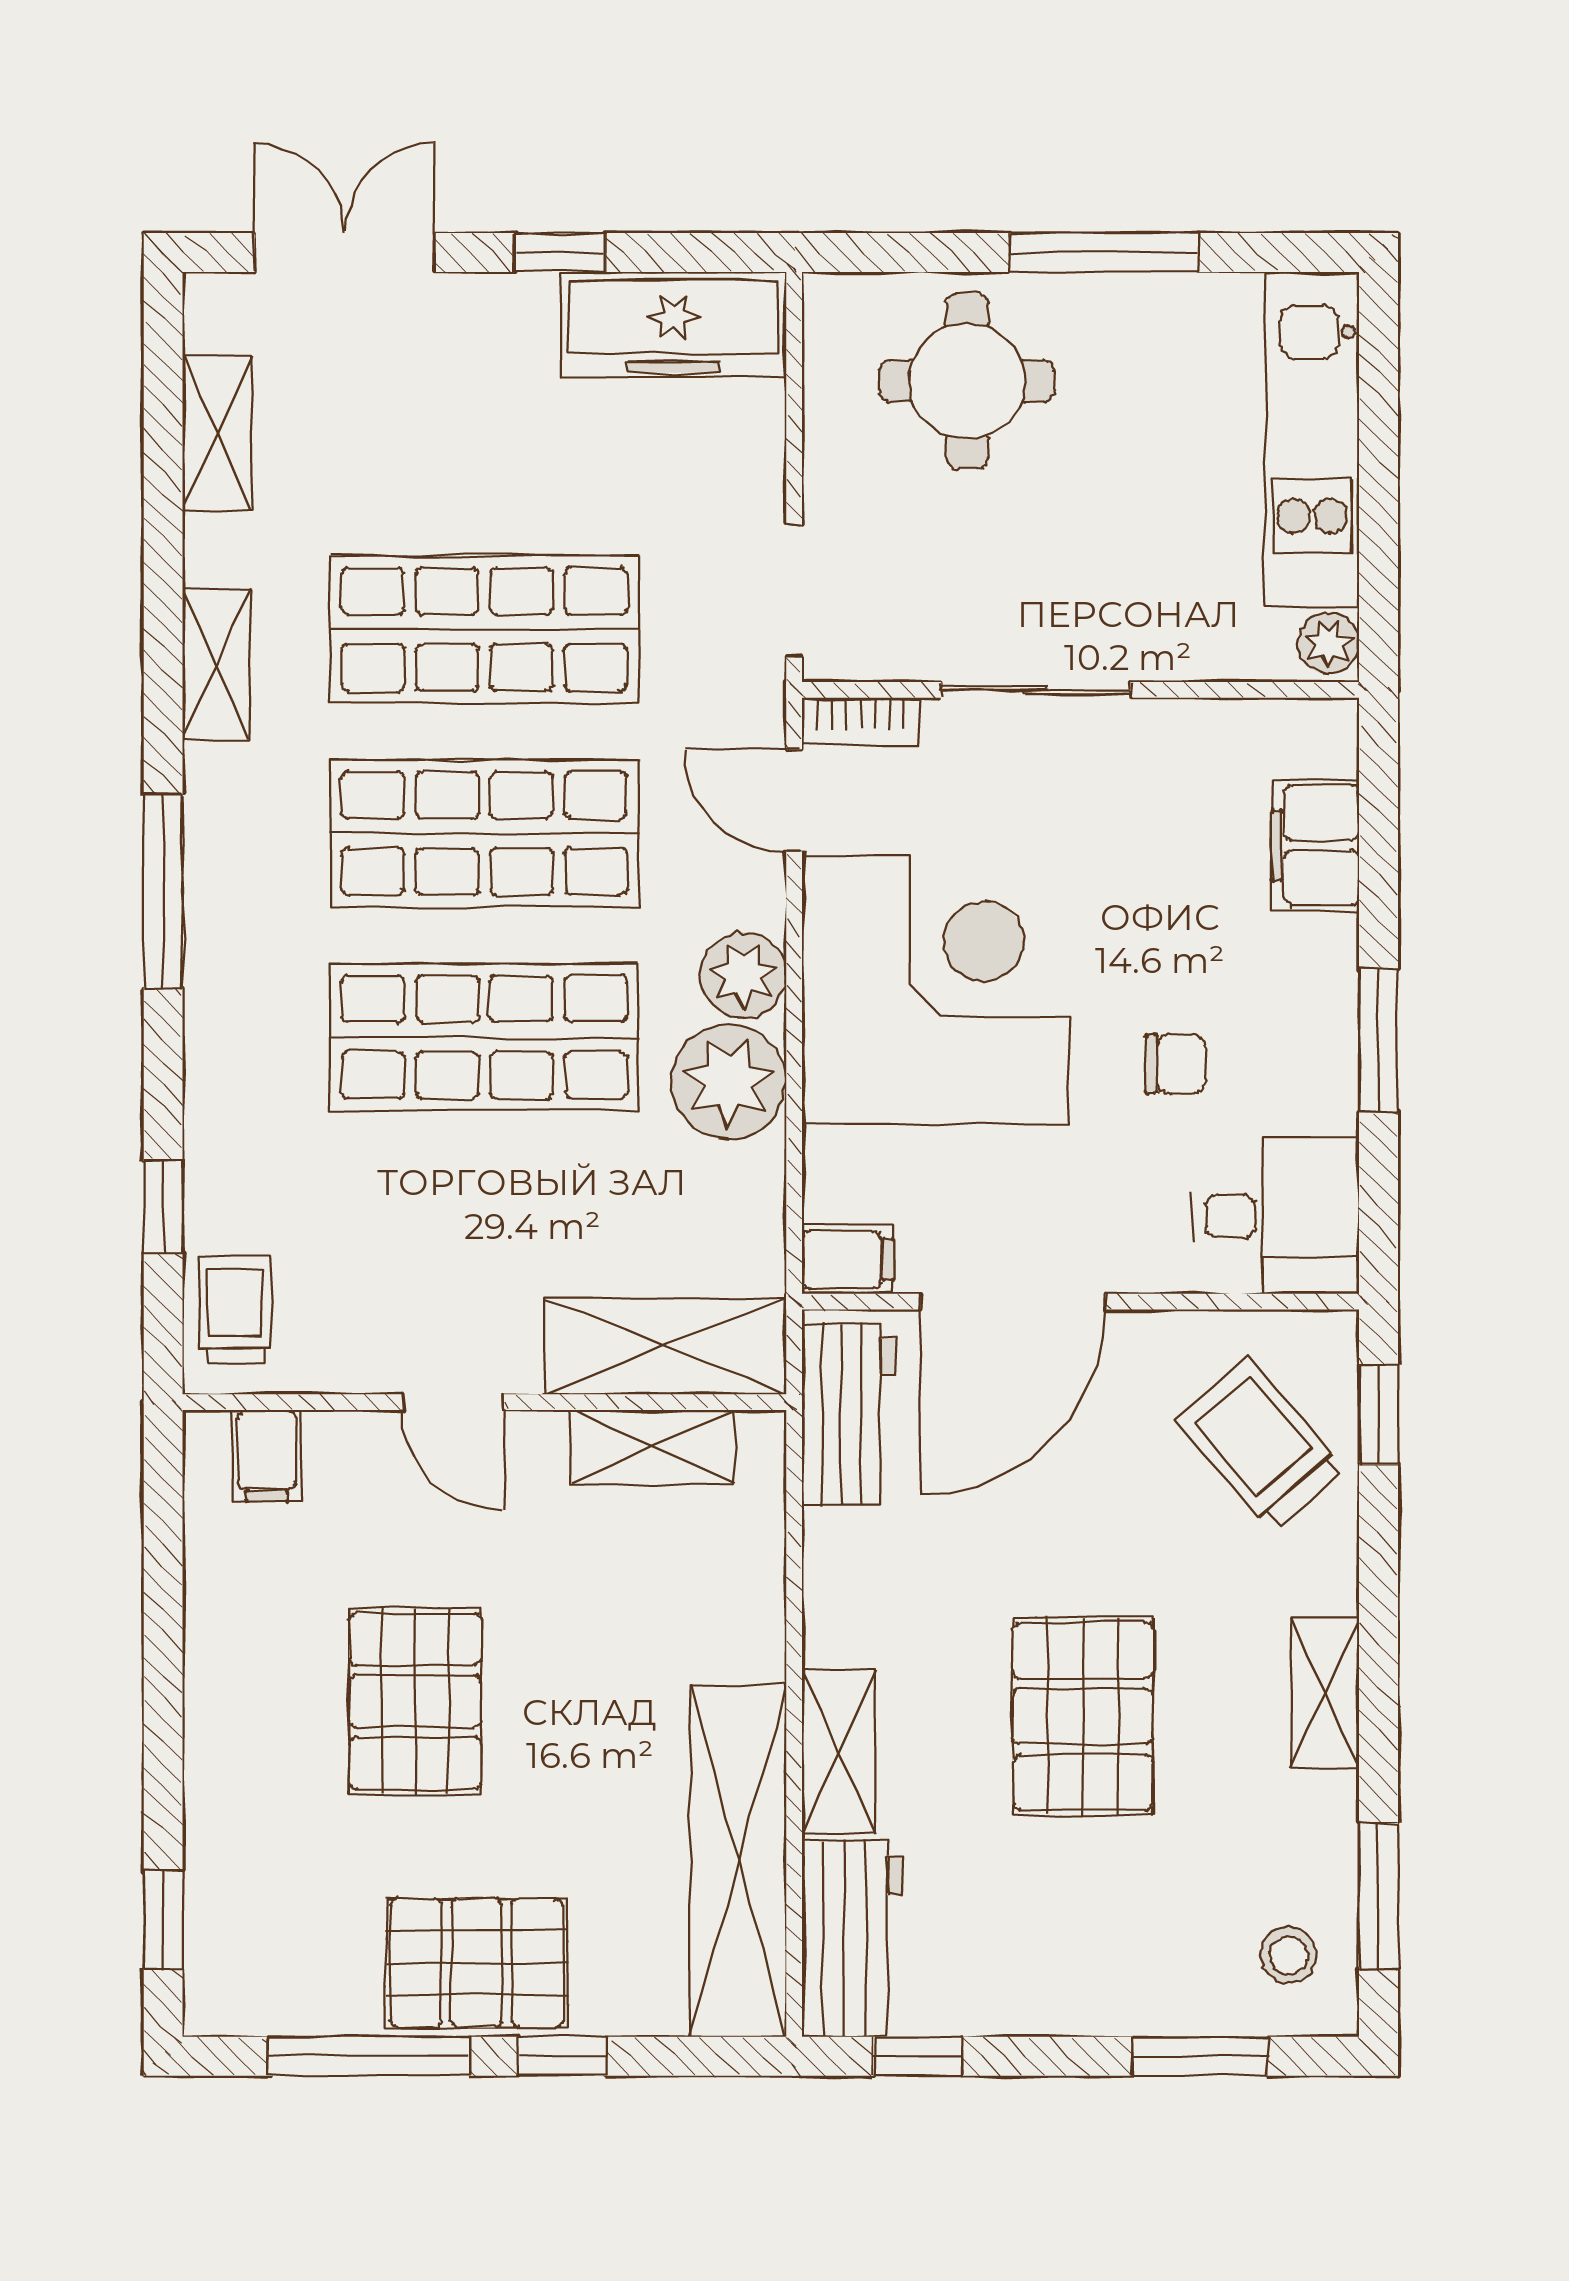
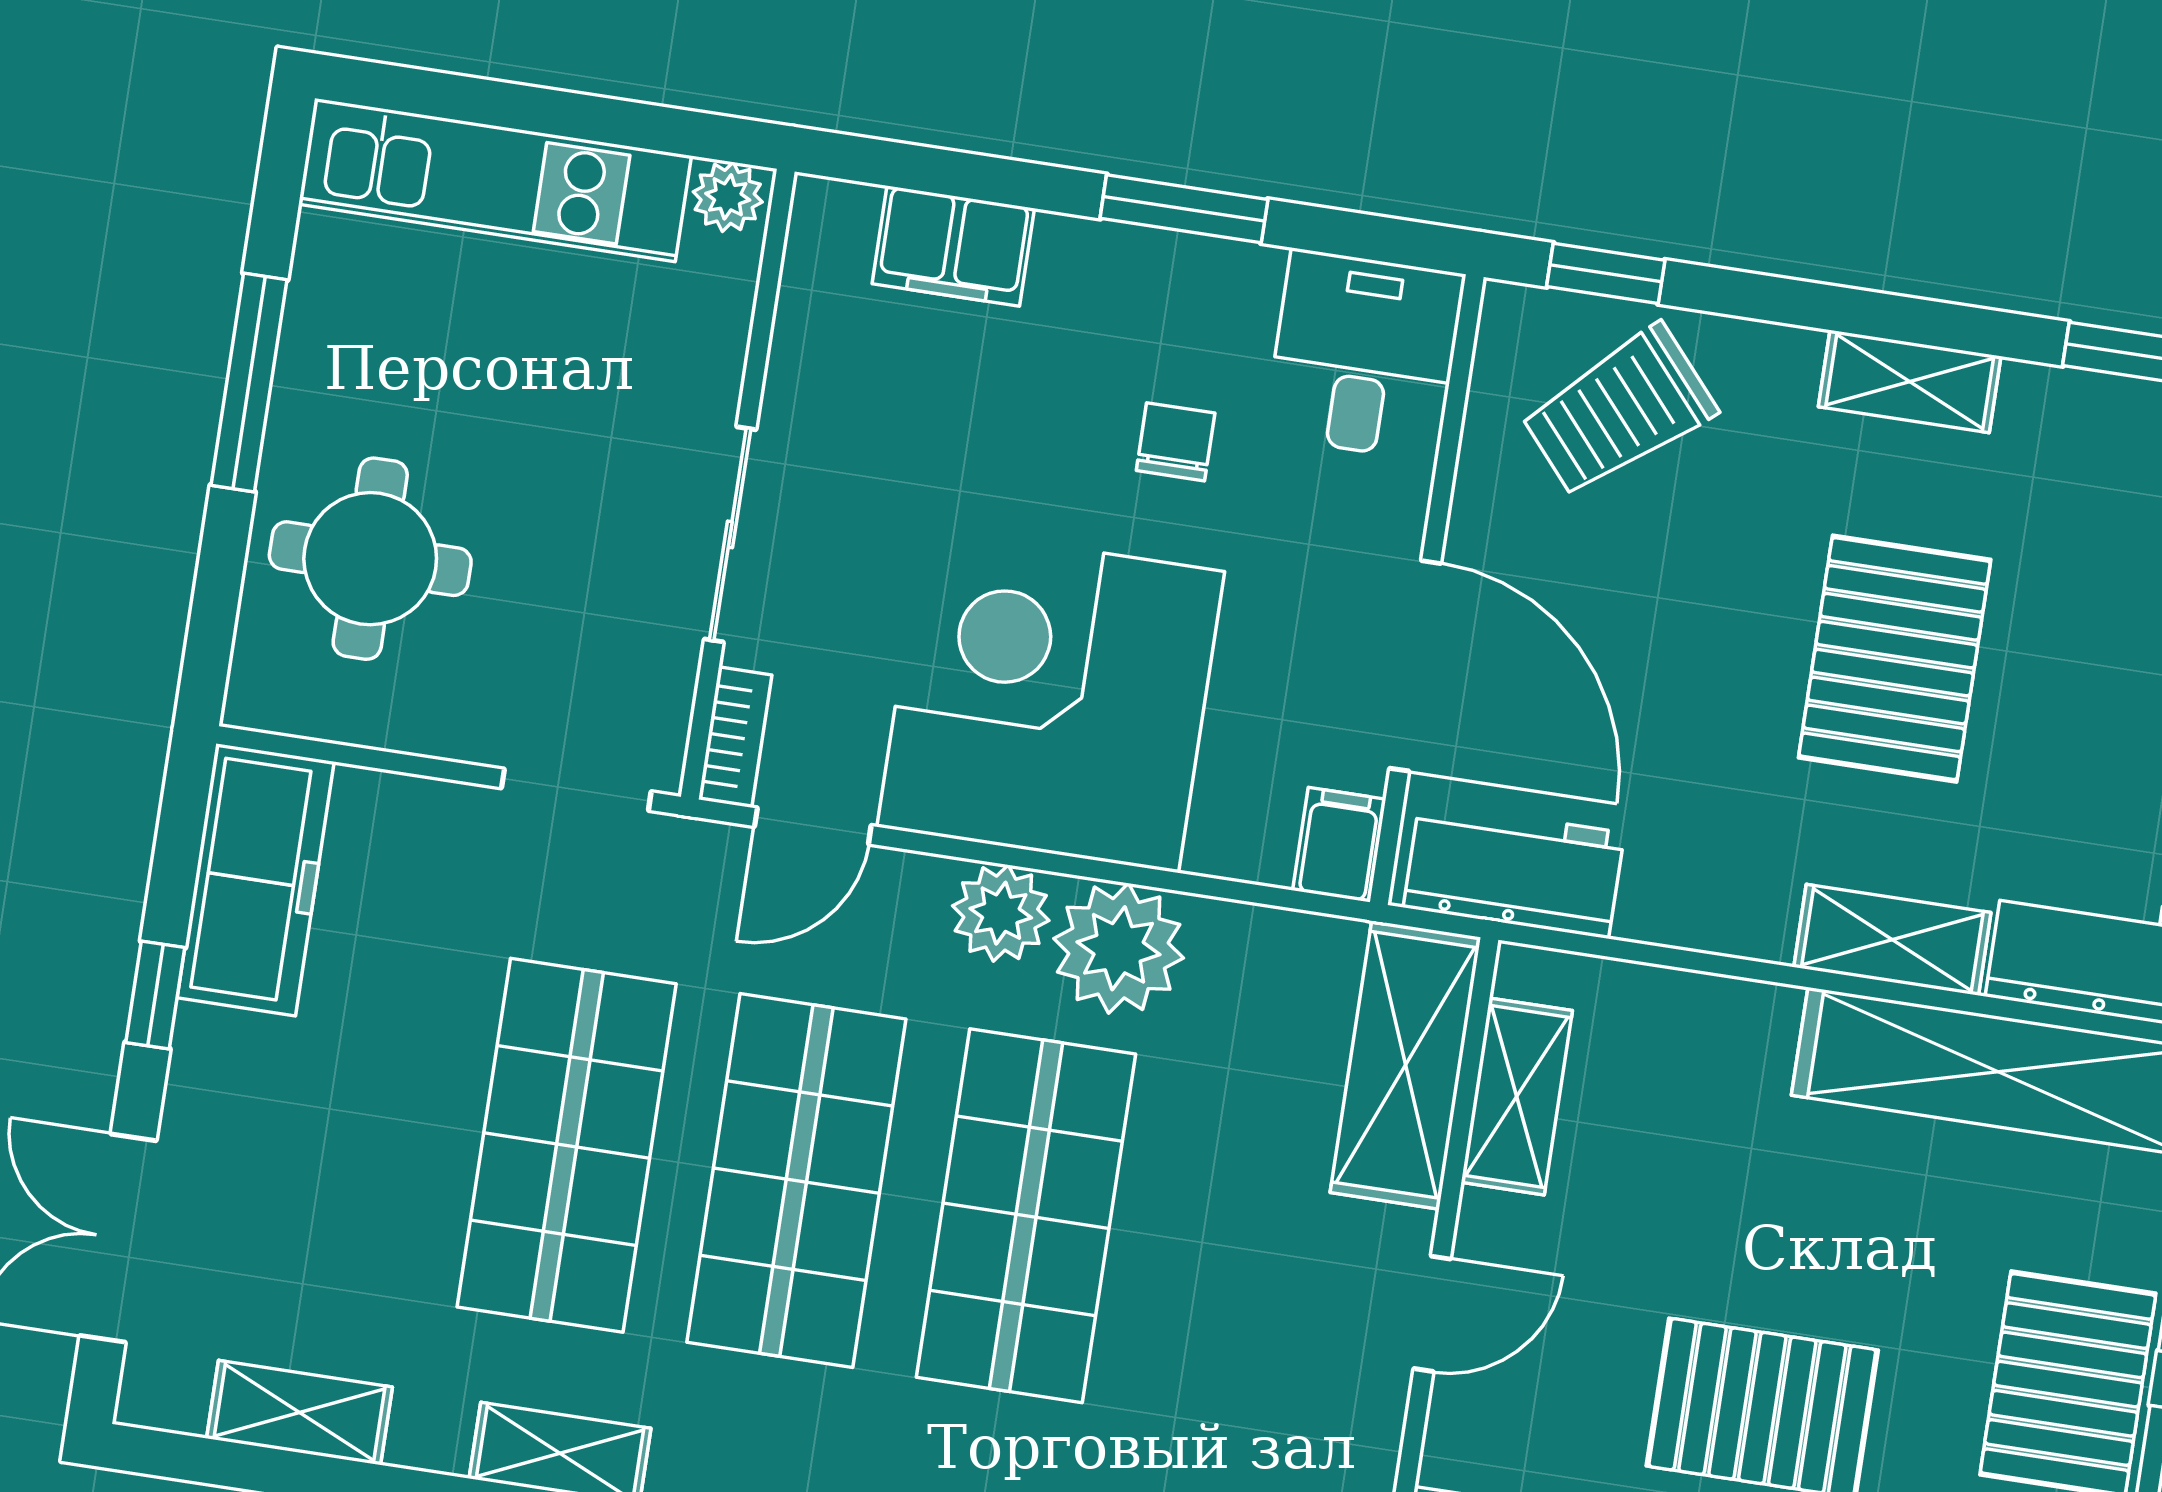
pallet: (1083, 1716) -> (1895, 659), turned 90

